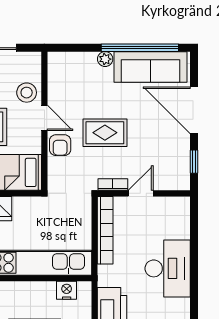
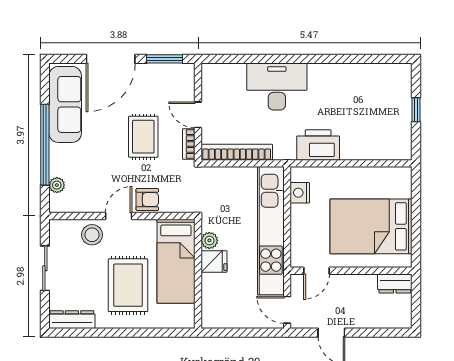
window: (140, 48) -> (45, 145), moved
plant: (105, 59) -> (57, 185), moved
rug: (105, 133) -> (143, 137), moved
window: (194, 162) -> (165, 59), width x1.50
plant: (21, 204) -> (209, 240), added

